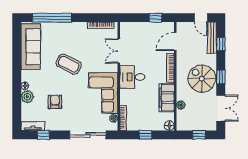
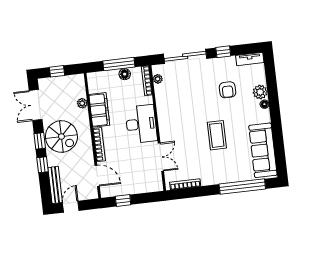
door: (201, 18) -> (71, 207), hinge flipped
door: (175, 41) -> (97, 176), hinge flipped
window: (221, 44) -> (43, 165), moved
coffee table: (69, 64) -> (217, 135), turned 64
desk: (132, 77) -> (141, 124), width x1.37
corner sofa: (103, 93) -> (173, 107), removed
floor lamp: (169, 126) -> (125, 74), moved
window: (43, 135) -> (223, 52), moved
window: (145, 135) -> (119, 64), width x2.17

